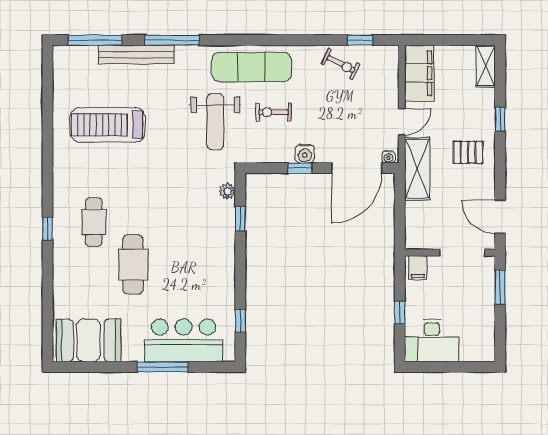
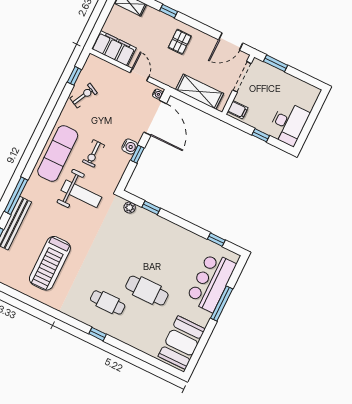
shelving: (417, 169) -> (200, 92), moved

